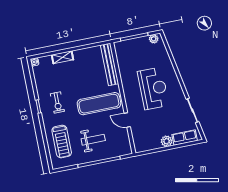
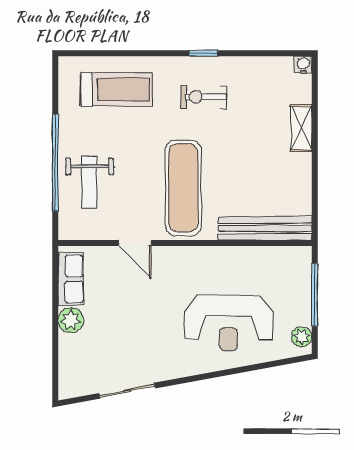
reception desk: (153, 88) -> (229, 323), moved
door: (127, 120) -> (135, 243), swing flipped
row of seats: (185, 138) -> (71, 279), moved
weight bench: (93, 140) -> (90, 182), moved
treadmill: (62, 141) -> (116, 89), turned 180

